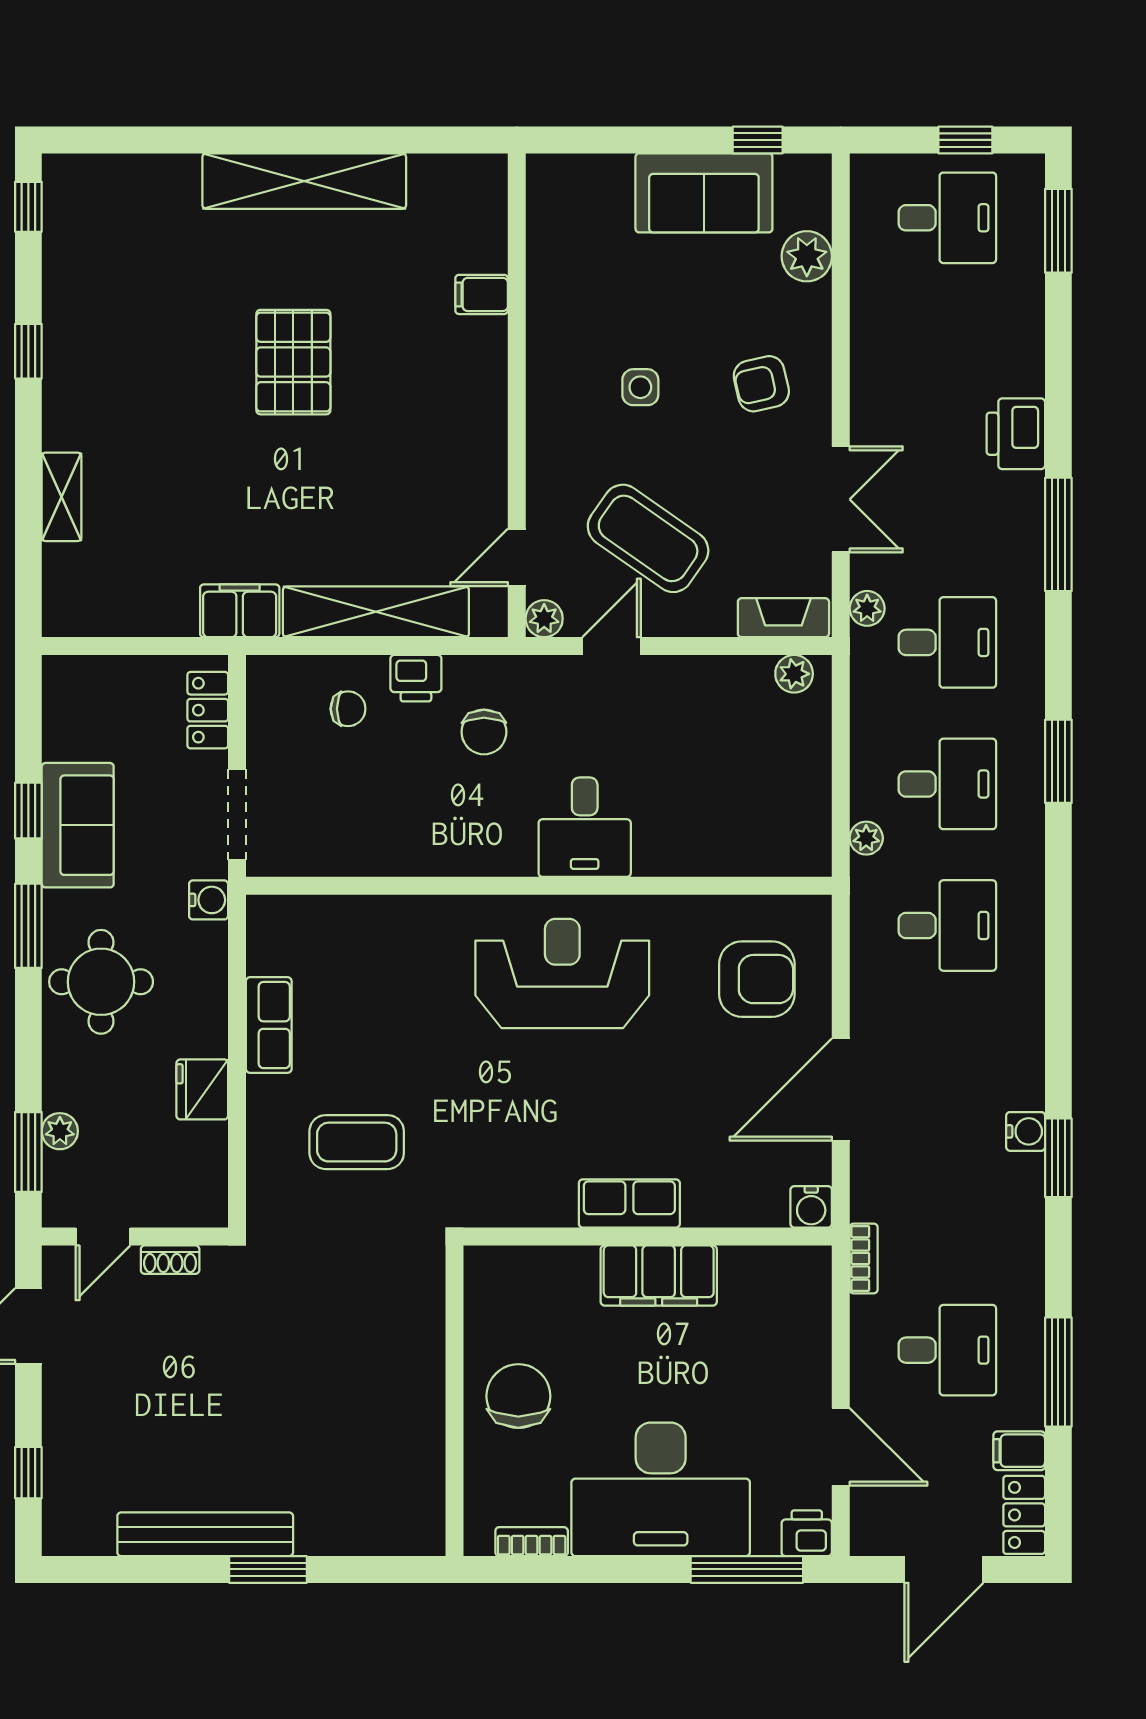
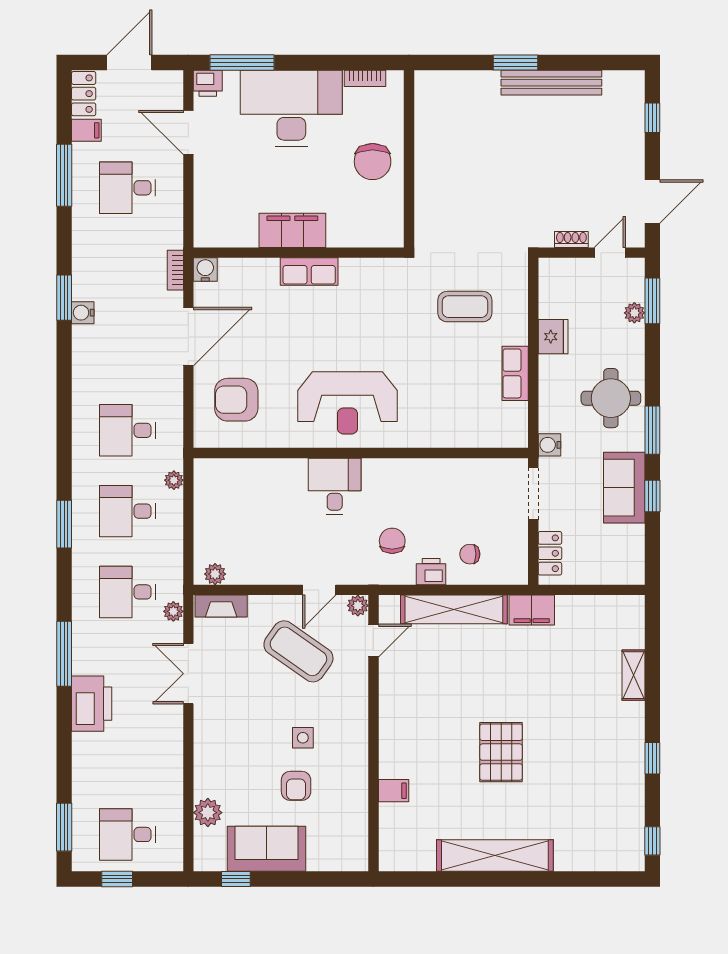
armchair: (761, 384) -> (296, 786), moved, turned 103
printer: (1016, 434) -> (92, 704), width x1.37, depth x1.19
bookcase: (864, 1258) -> (175, 270), moved

